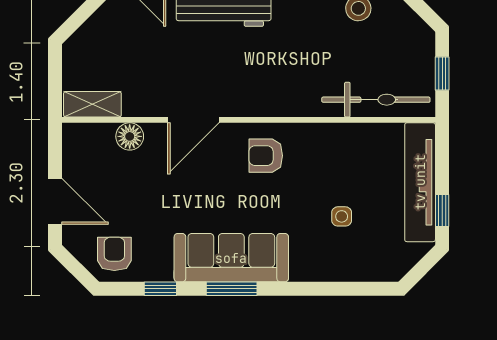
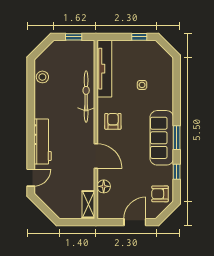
bicycle: (376, 100) -> (86, 97), moved
armchair: (266, 156) -> (113, 121), turned 180
tv unit: (420, 182) -> (104, 69), moved, turned -90

